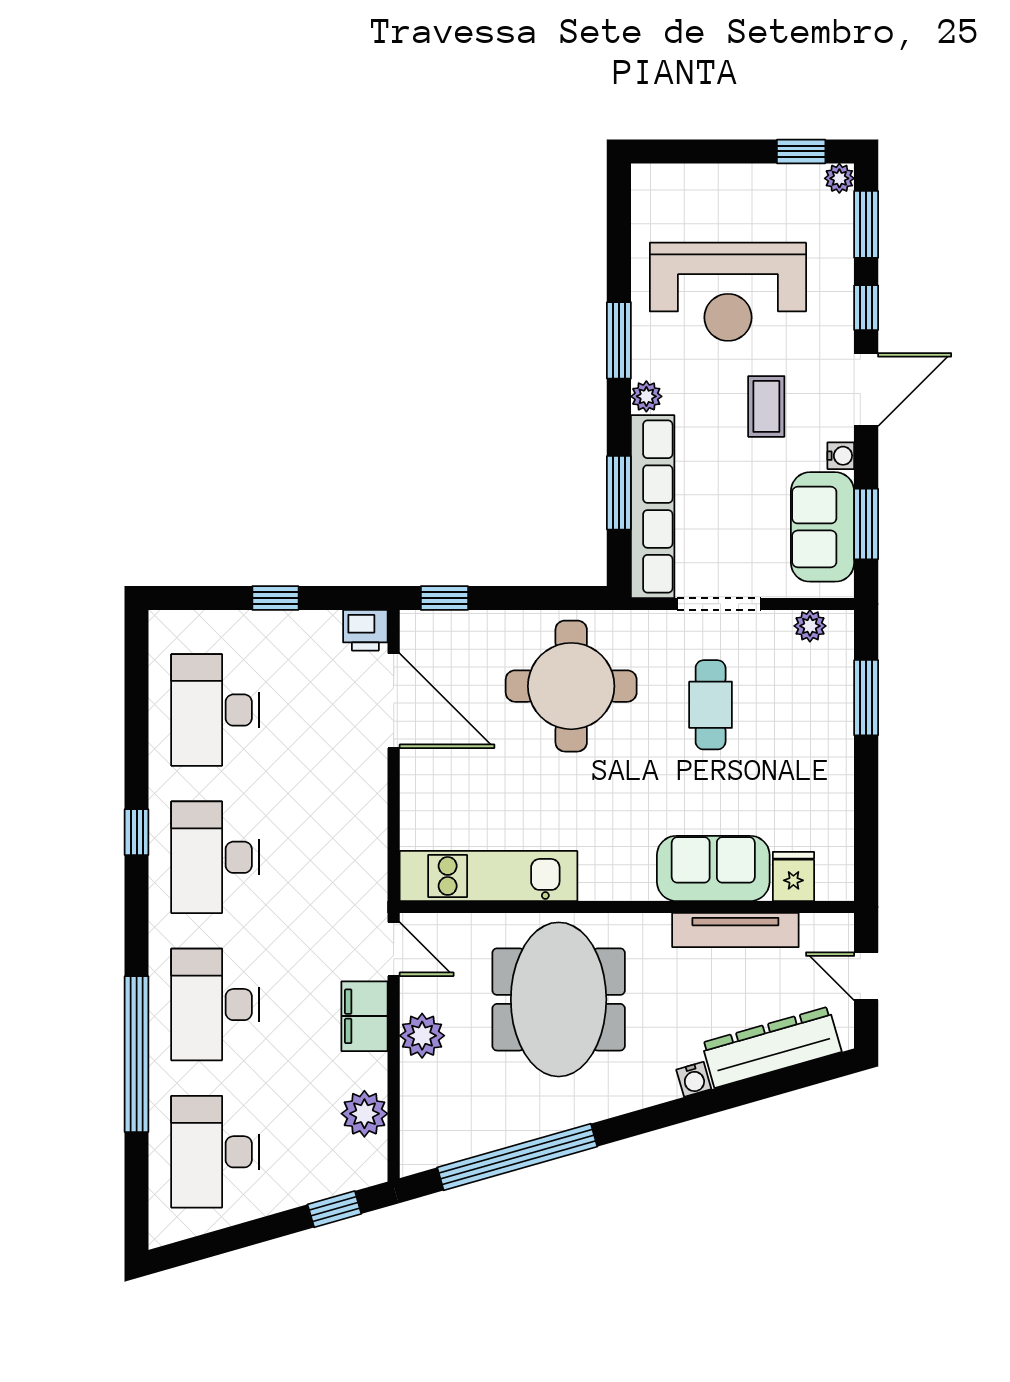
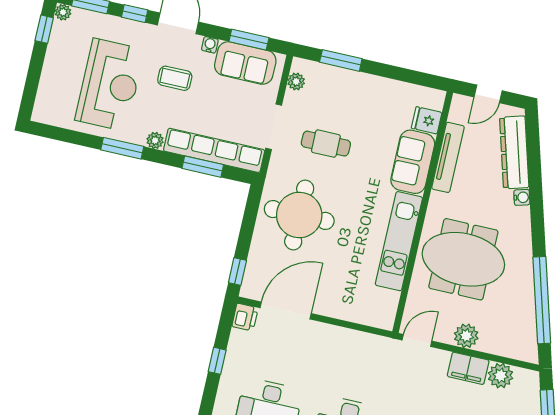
kitchen unit: (488, 876) -> (399, 241), moved
filing cabinet: (364, 1016) -> (468, 368), moved

